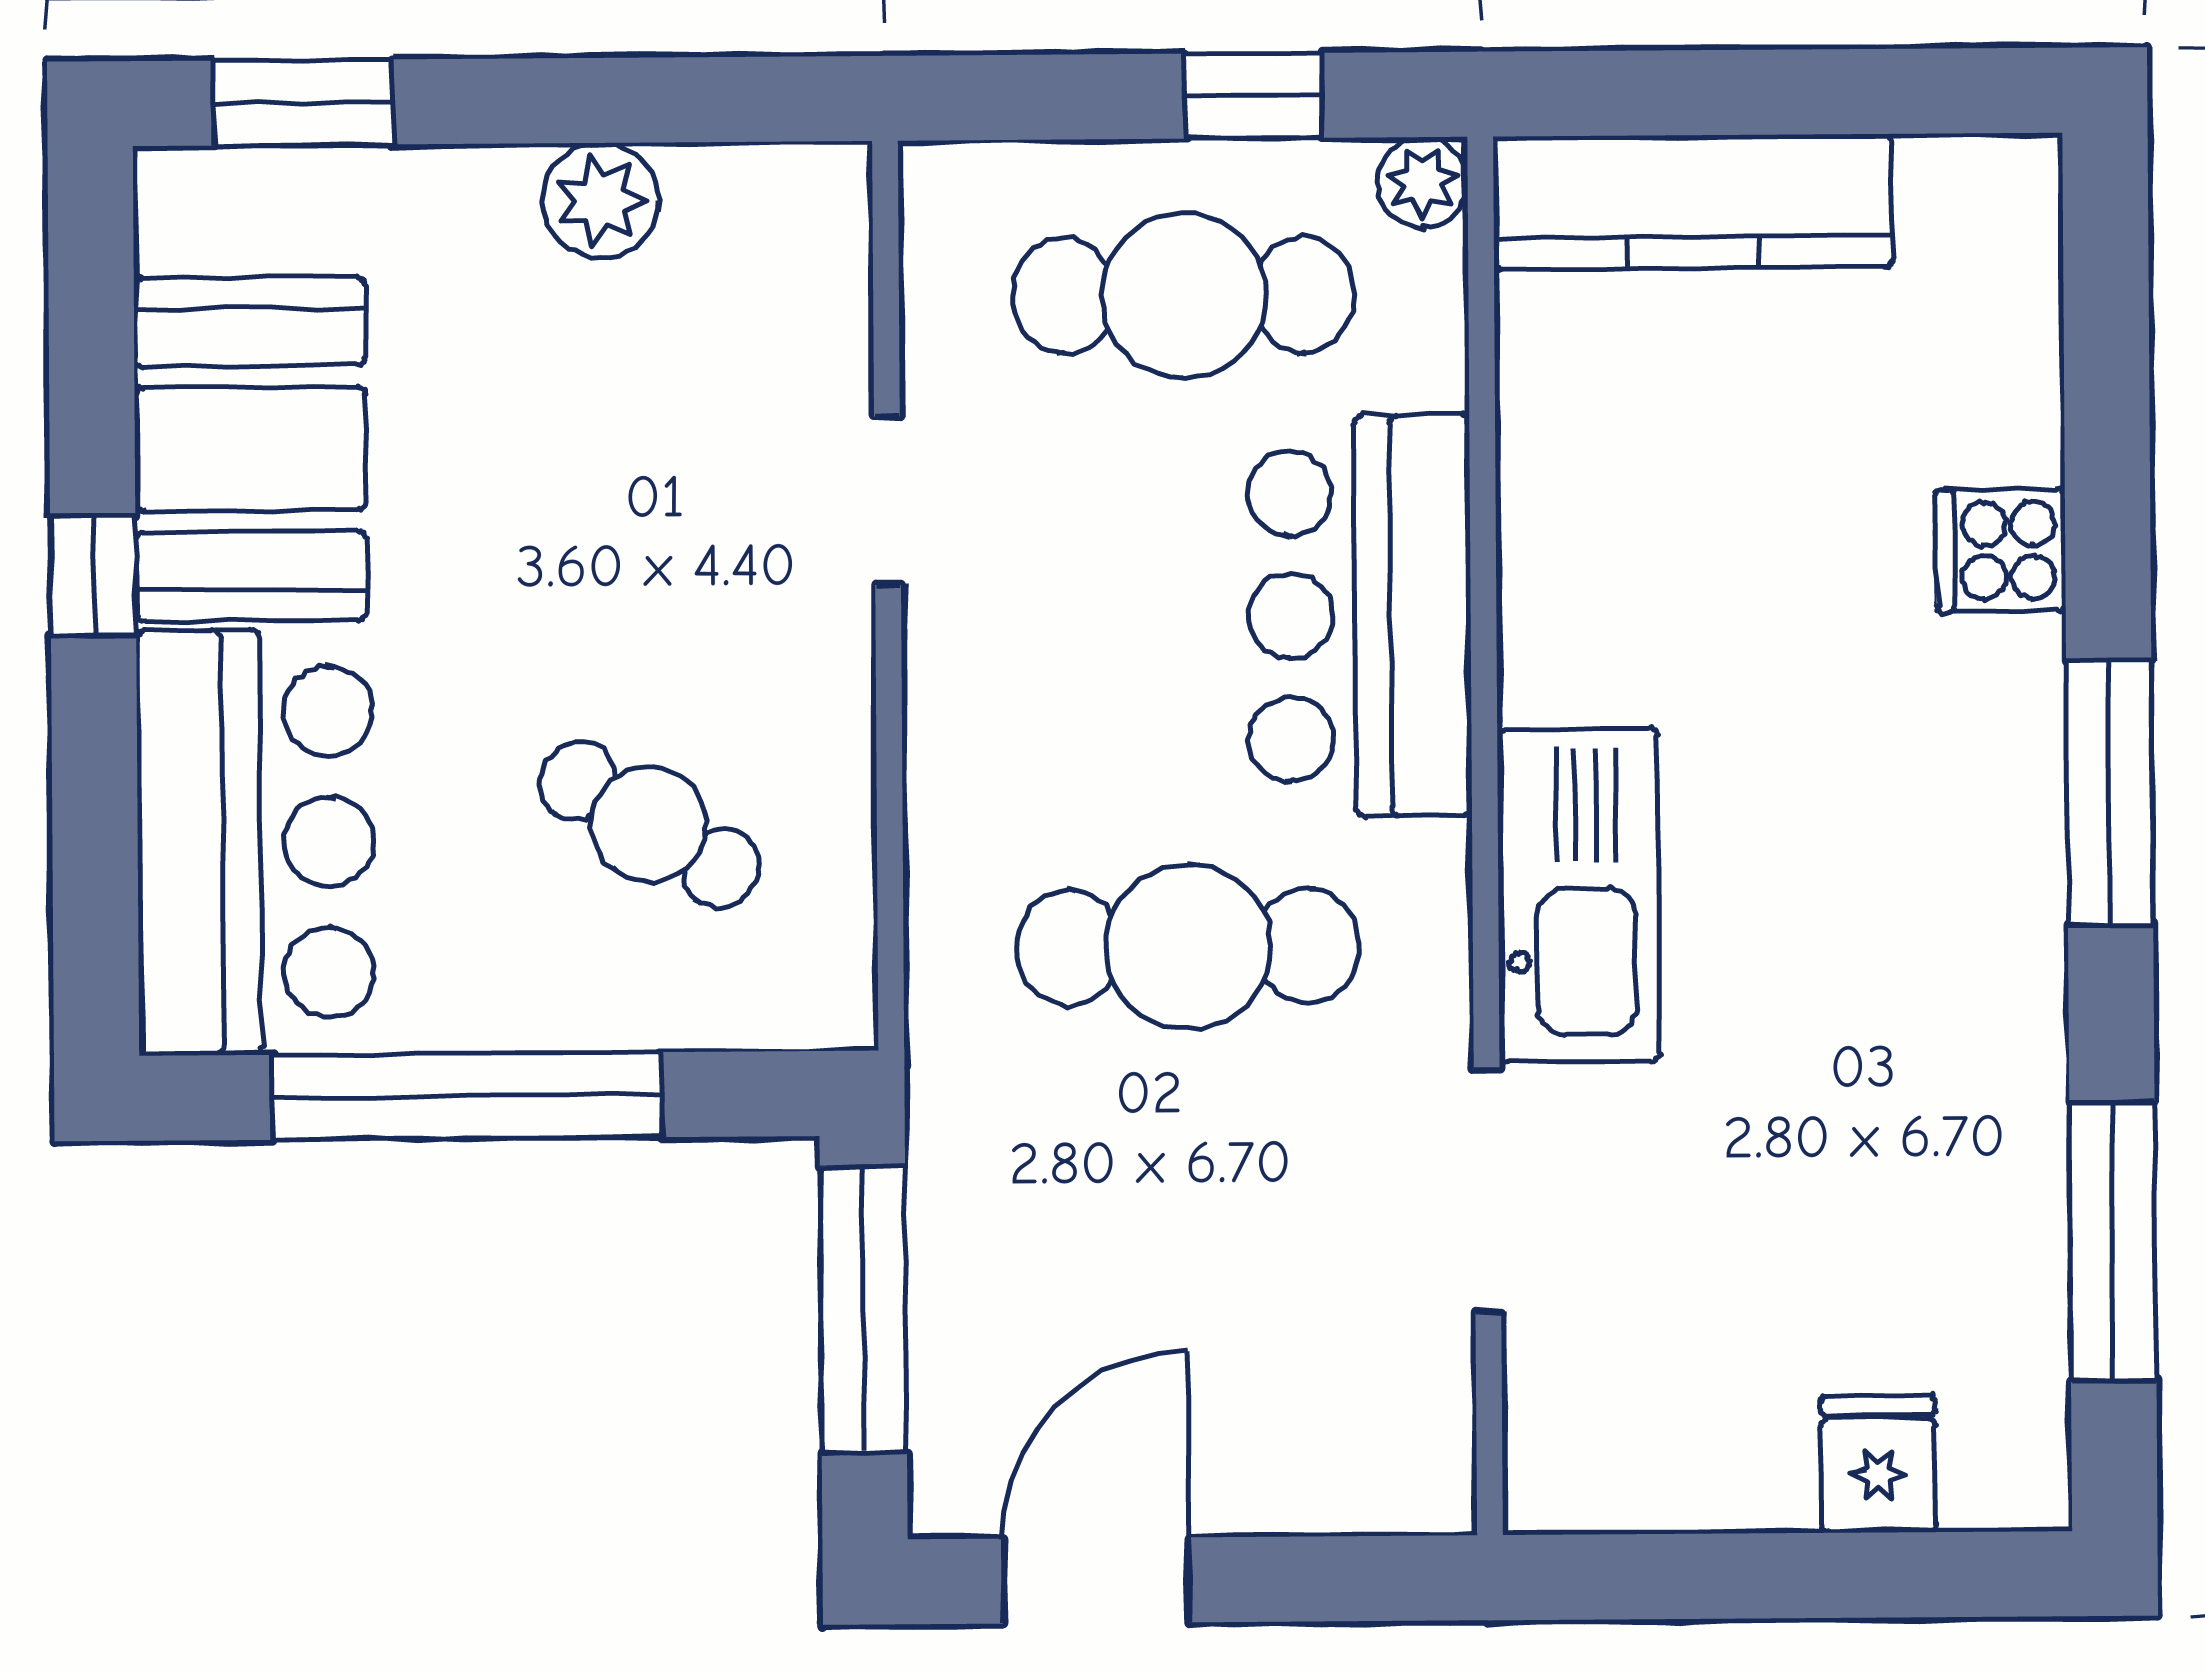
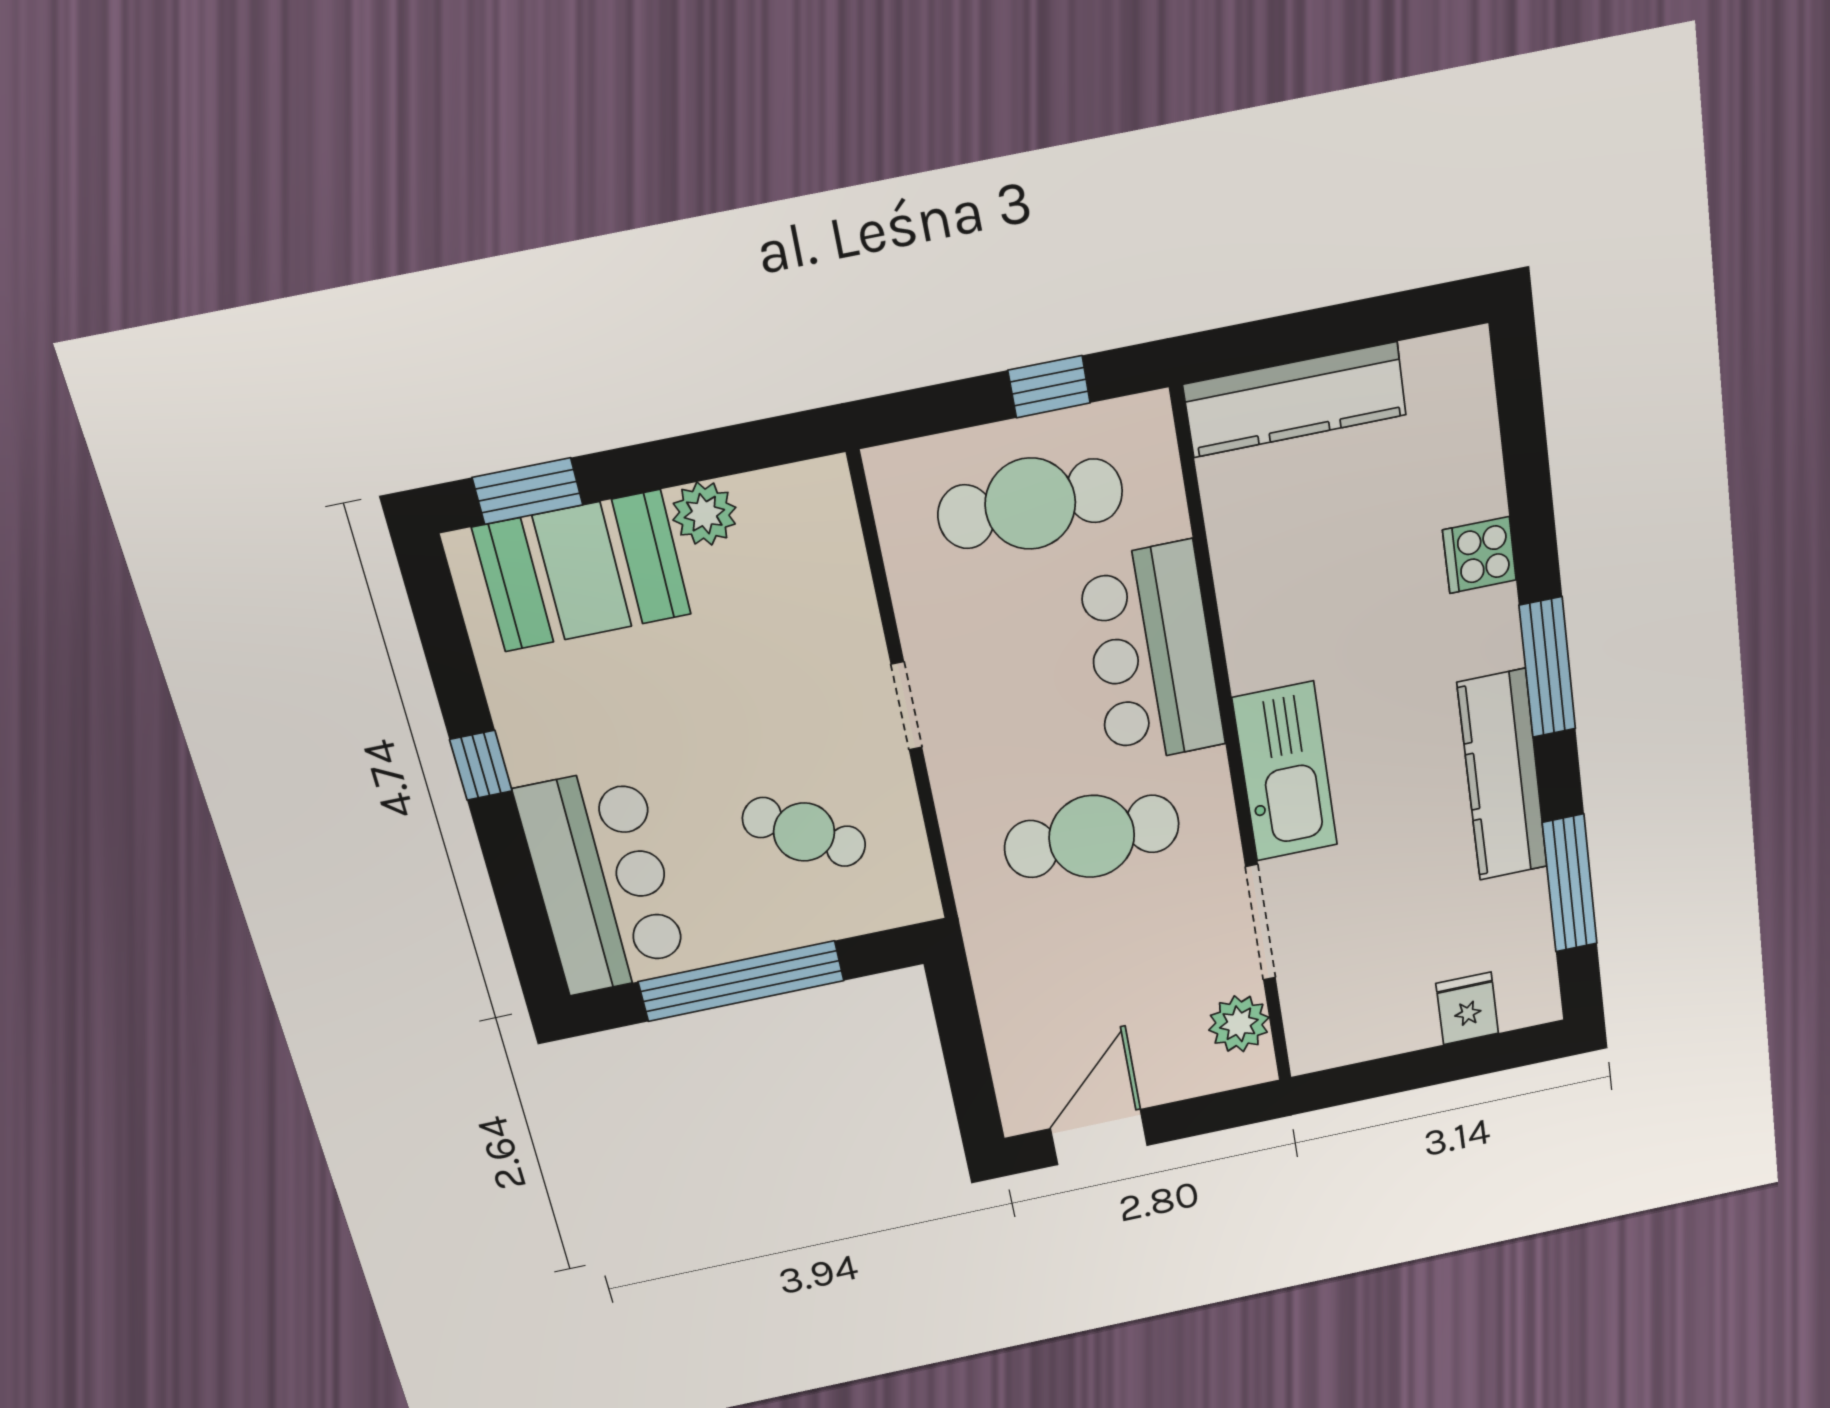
plant: (1423, 182) -> (1239, 1024), moved, width x1.38, depth x1.38
booth: (250, 449) -> (582, 571), moved, turned 90
doorway: (888, 501) -> (907, 706), moved
kitchen counter: (2000, 990) -> (1502, 776), added
window: (863, 1309) -> (962, 1039), removed

